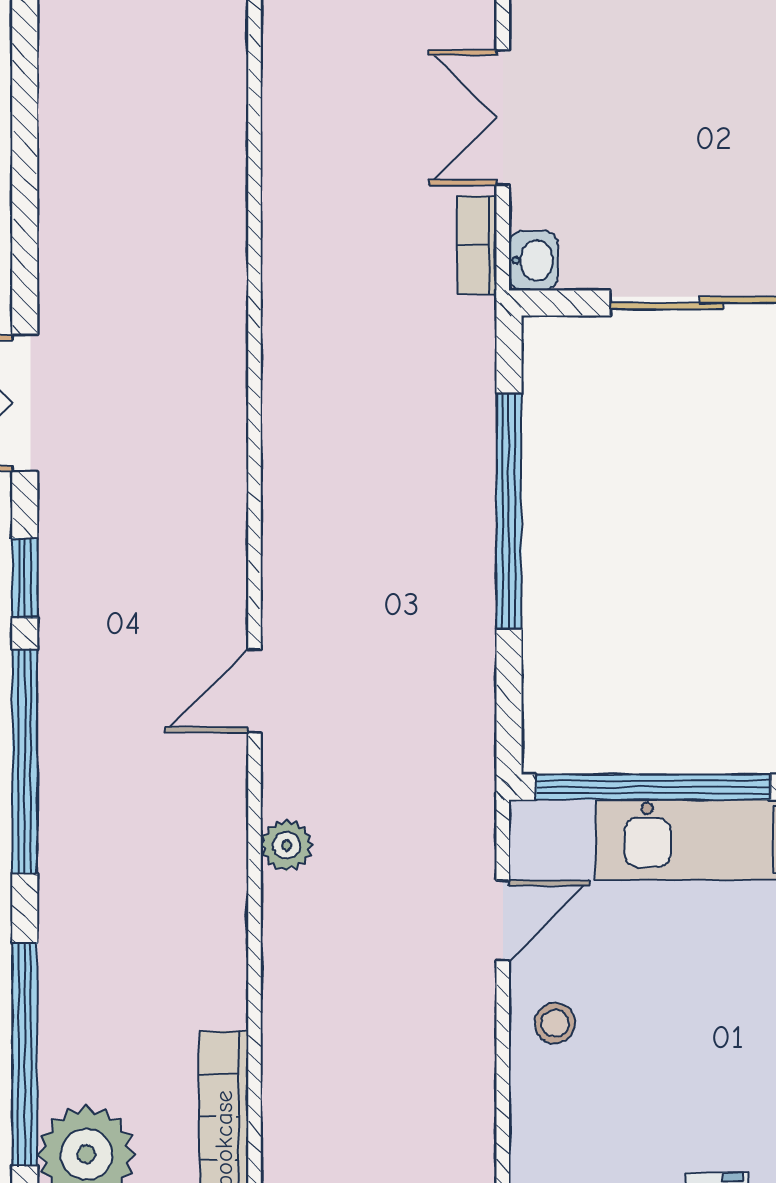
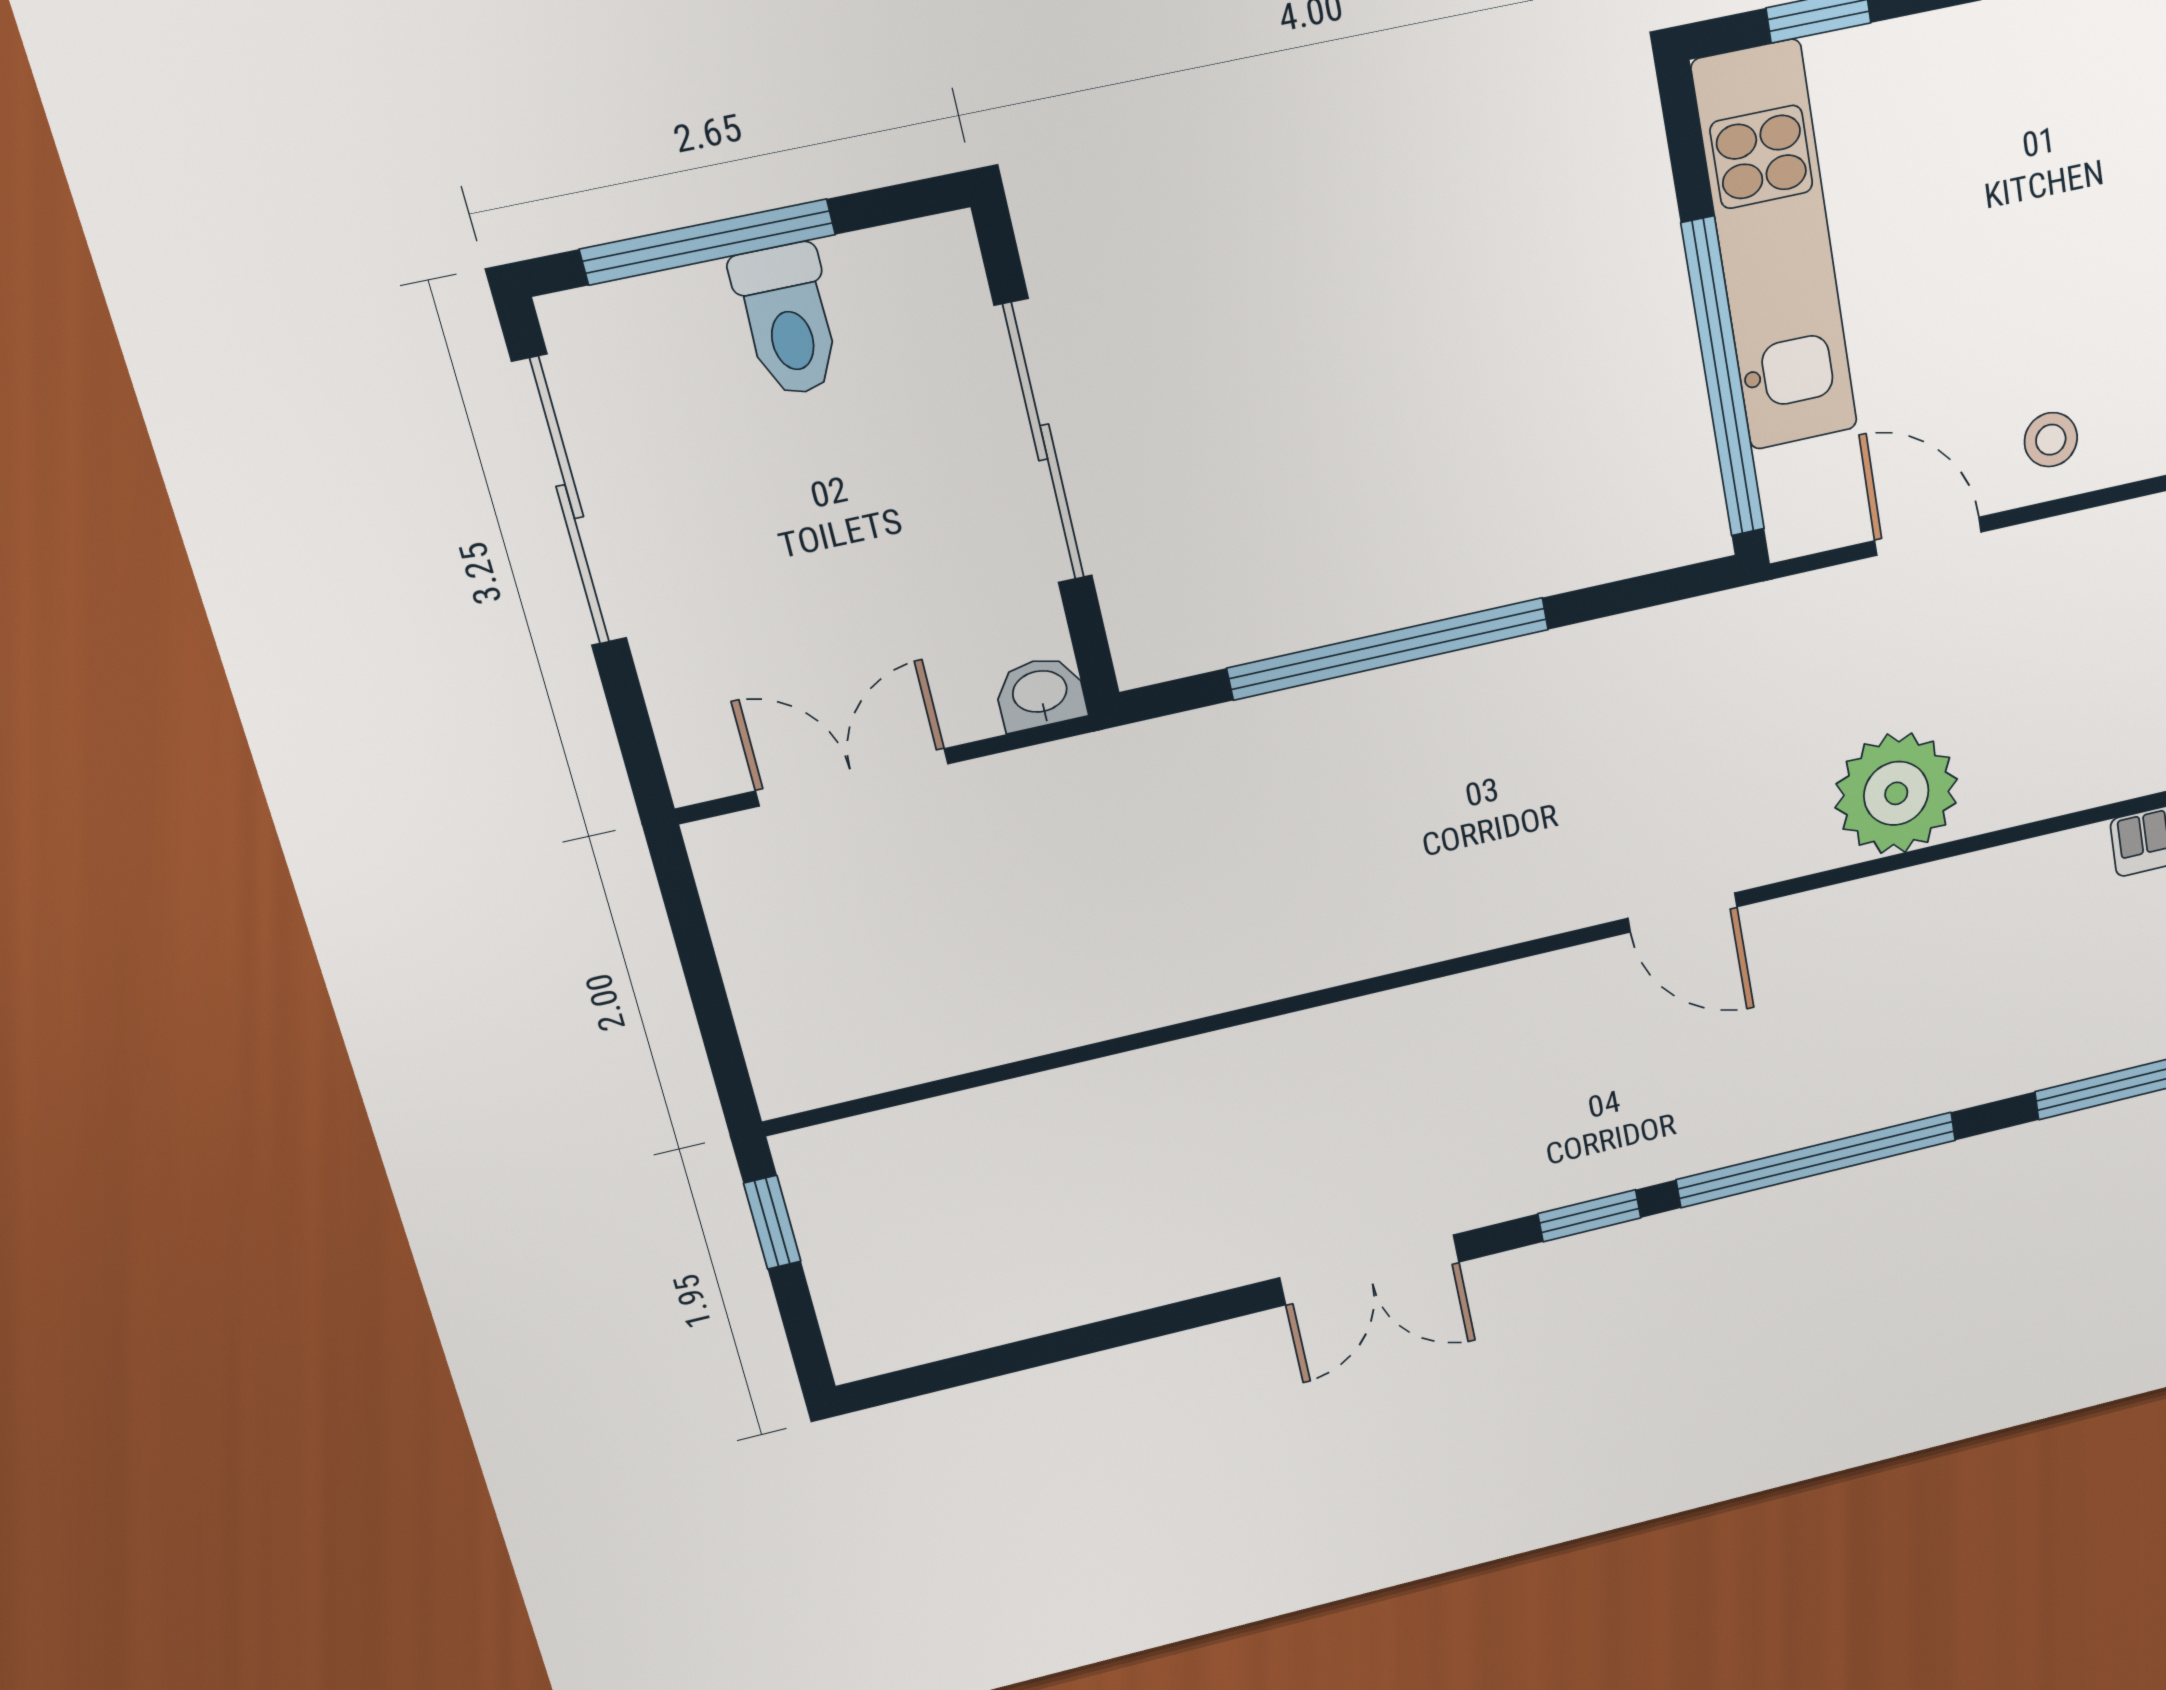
double door: (503, 118) -> (852, 777), swing flipped
bookcase: (477, 245) -> (1036, 771), removed
plant: (287, 845) -> (1896, 793), width x1.87, depth x1.87

